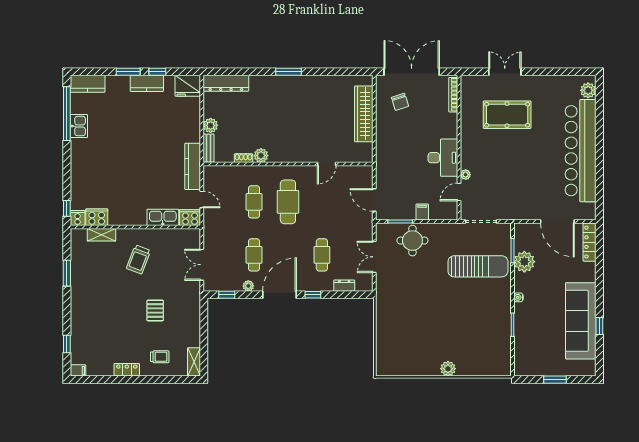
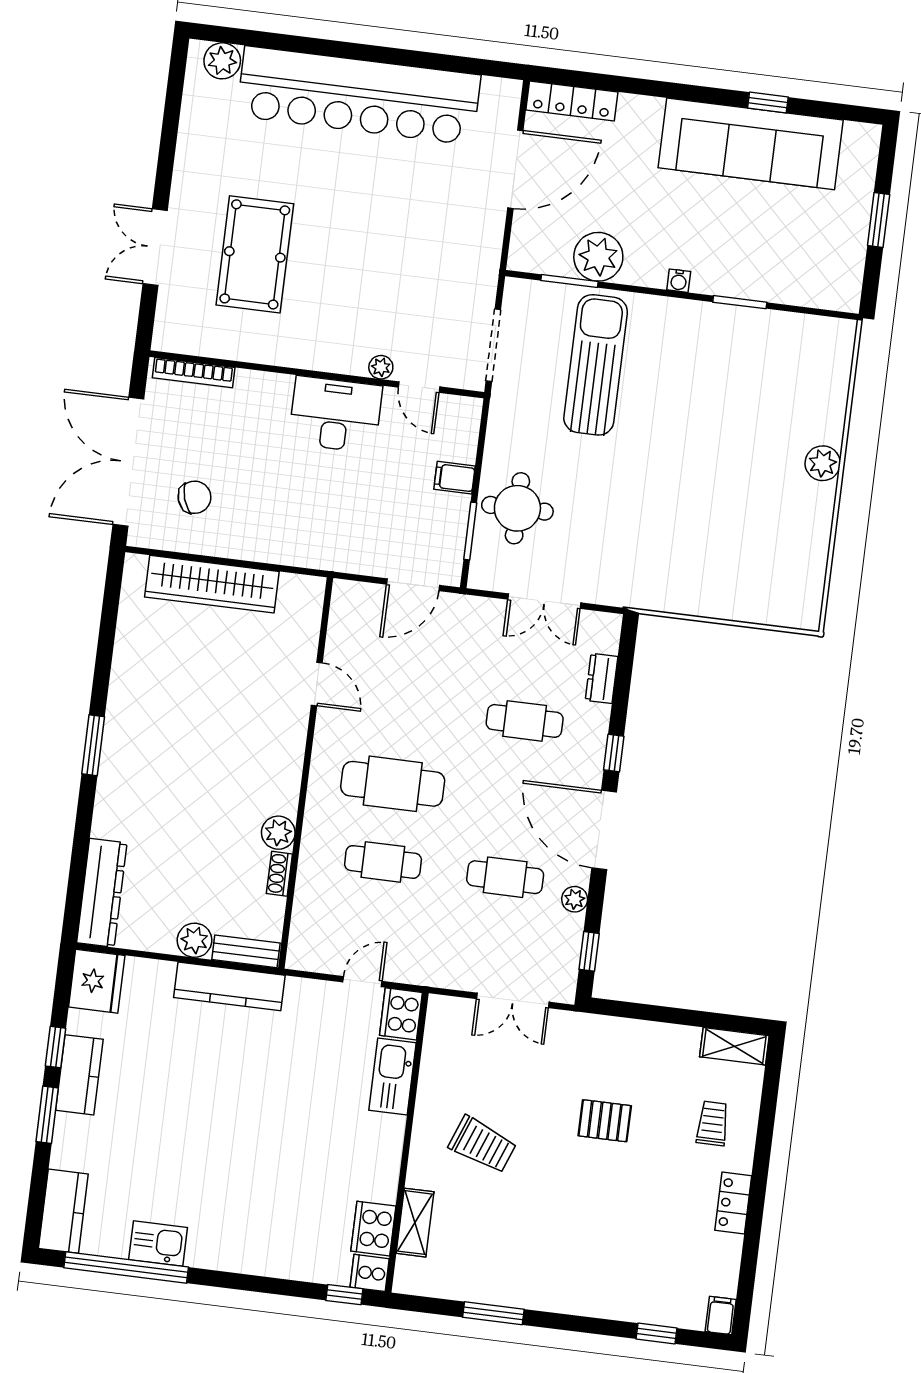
kitchen counter: (193, 166) -> (229, 986), moved

